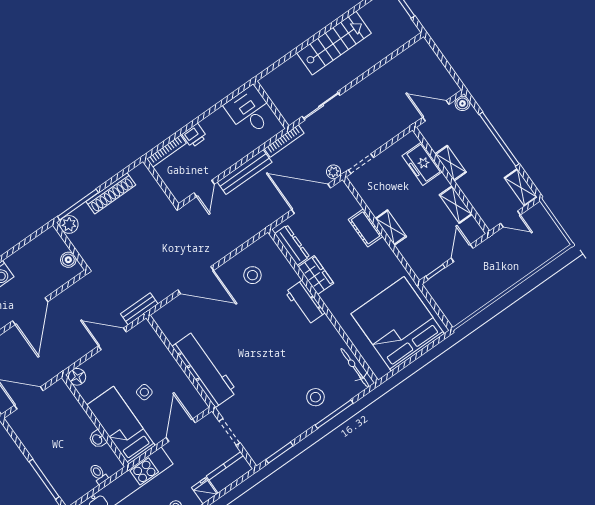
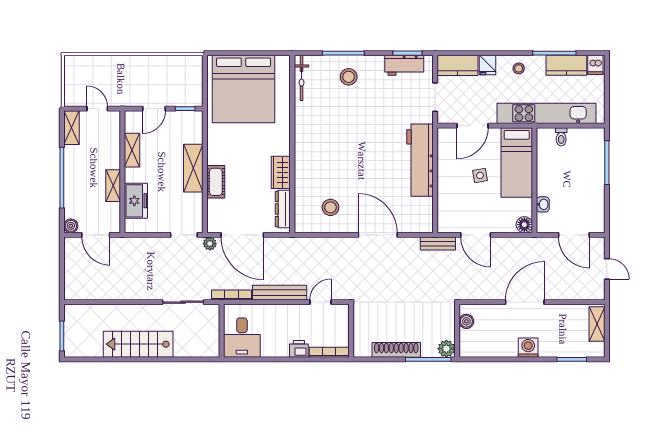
shelving: (391, 228) -> (193, 168), width x1.50, depth x1.33
workbench: (305, 302) -> (404, 65), moved, turned 90
washbasin: (97, 439) -> (543, 204), moved

